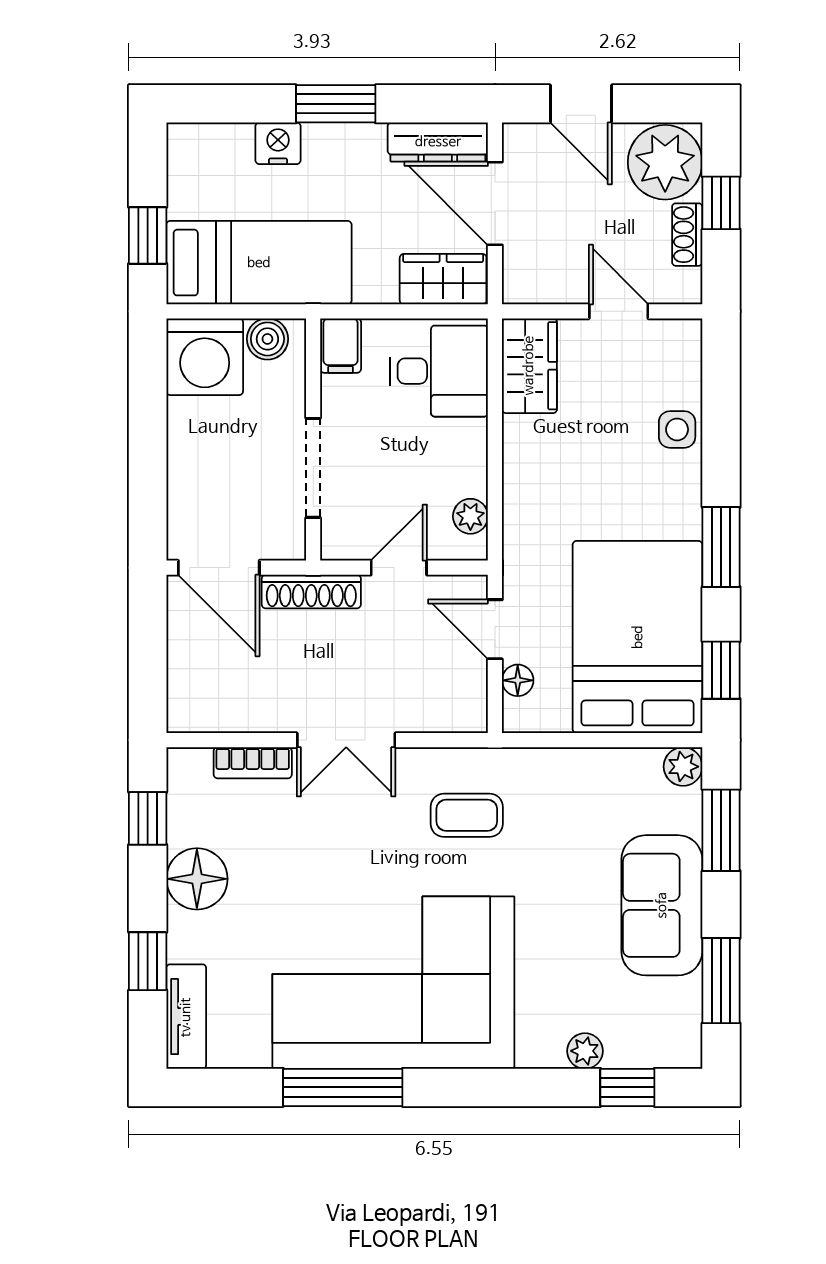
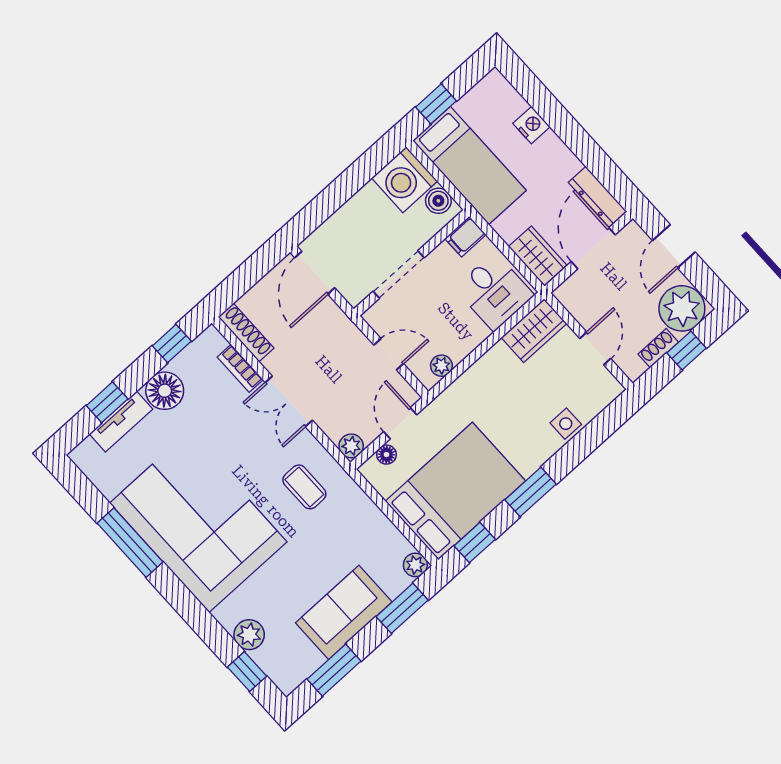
window: (336, 104) -> (573, 135), removed
shoe rack: (311, 592) -> (246, 332), moved, turned 180
plant: (468, 714) -> (351, 446), added
tv unit: (186, 1017) -> (121, 422), moved
plant: (585, 1051) -> (249, 635), width x1.38, depth x1.38

